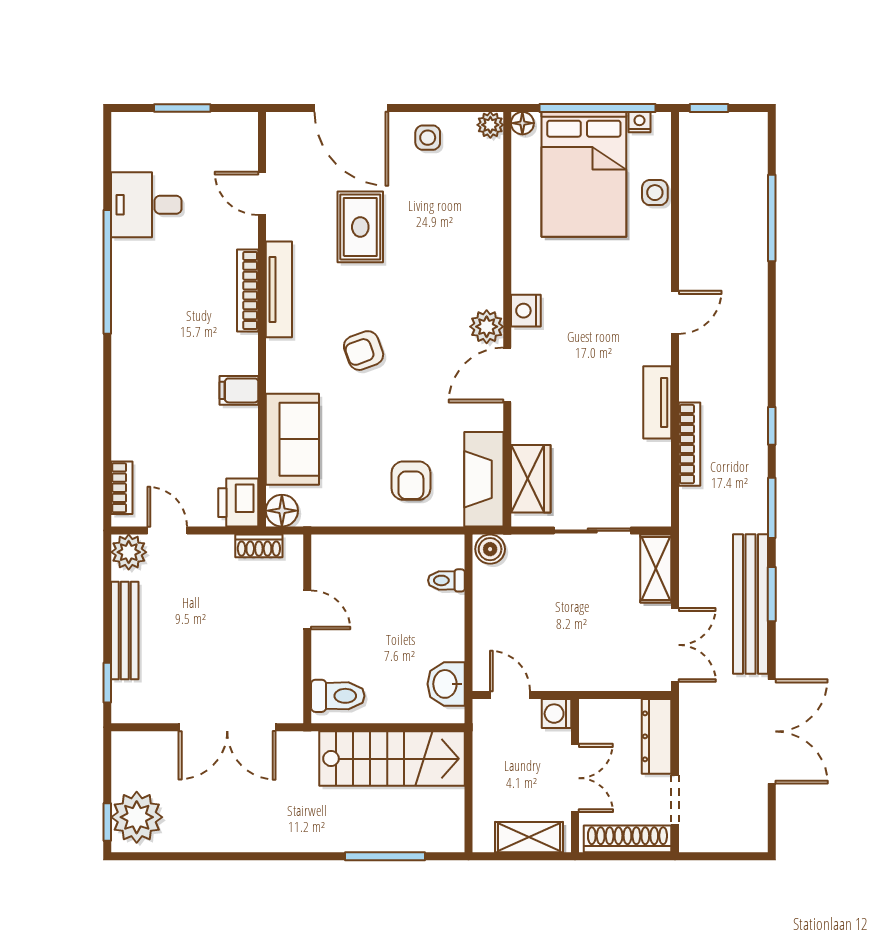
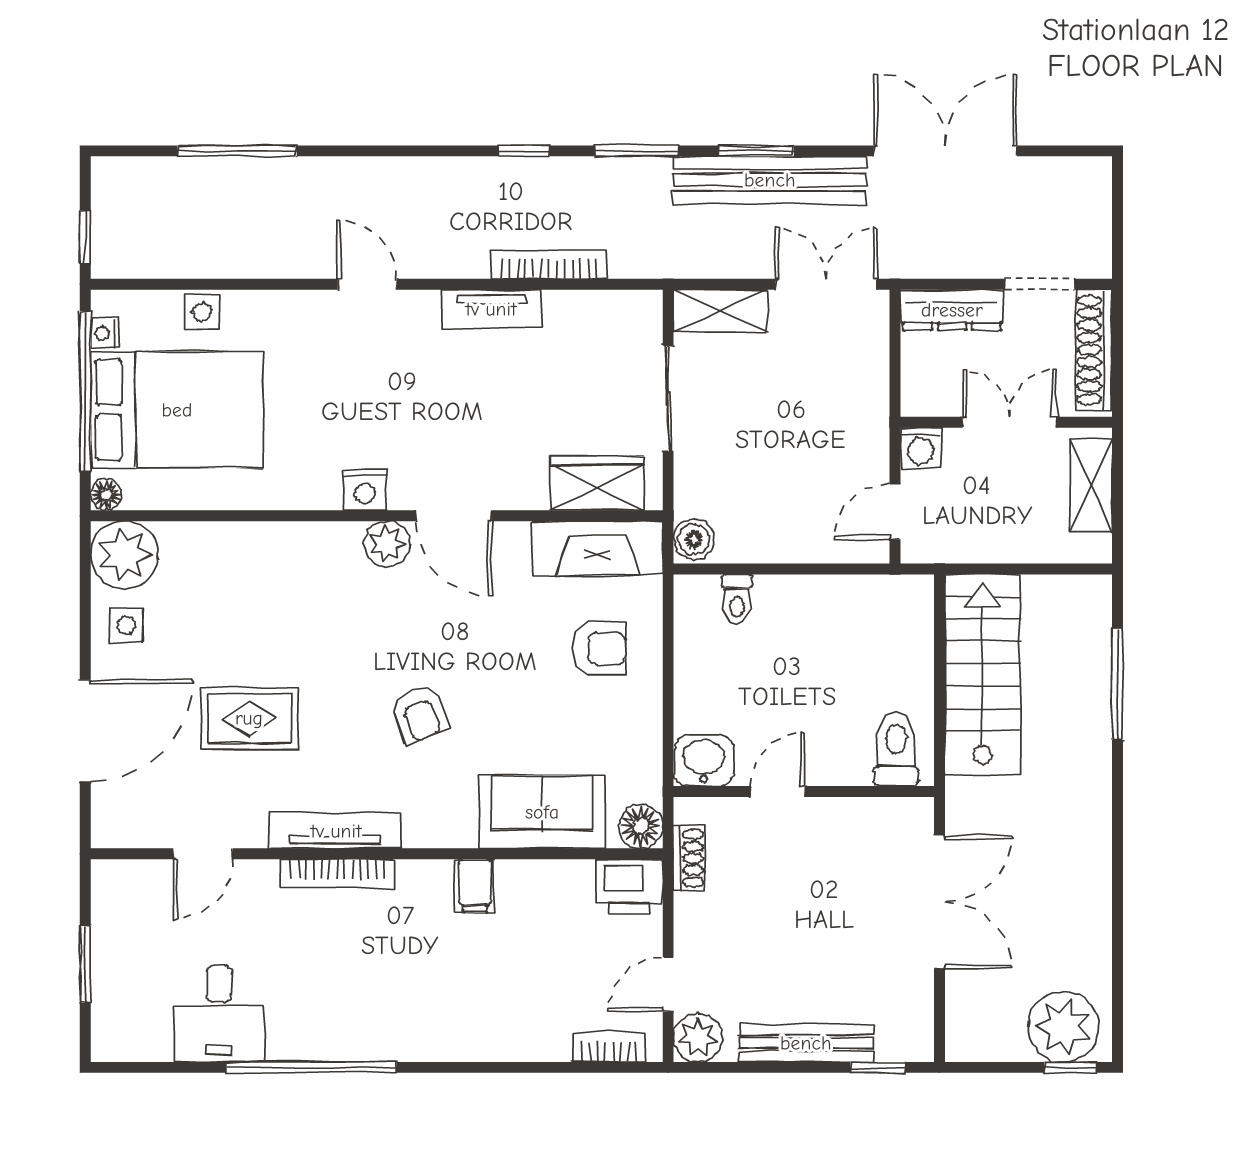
plant: (490, 125) -> (124, 555), width x1.88, depth x1.88
washbasin: (446, 684) -> (704, 761), moved, turned 180

